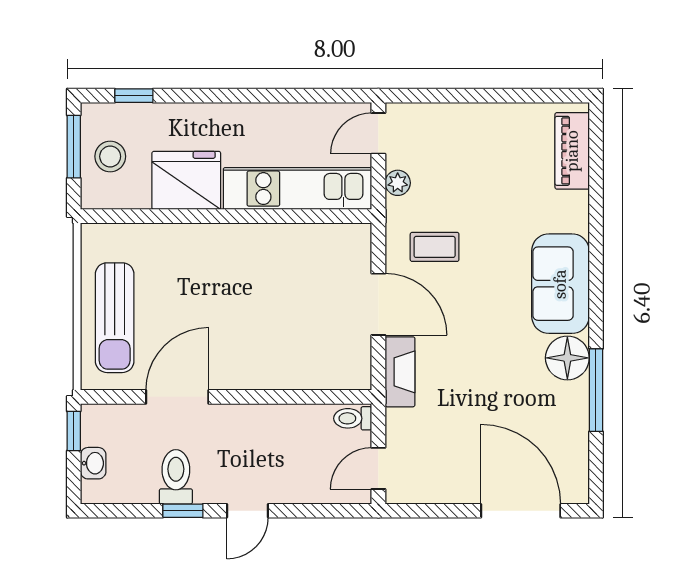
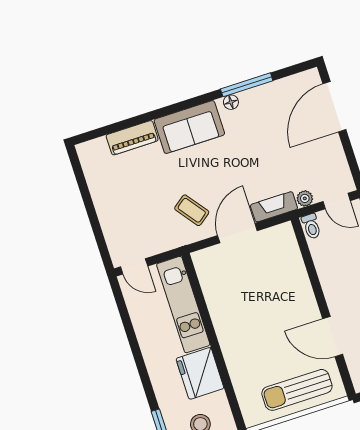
piano: (572, 151) -> (132, 138), moved
plant: (398, 183) -> (305, 198), moved
coffee table: (435, 247) -> (192, 210), turned -37
sun lounger: (115, 318) -> (297, 390), turned 180
floor lamp: (567, 358) -> (231, 102), width x0.53, depth x0.53

